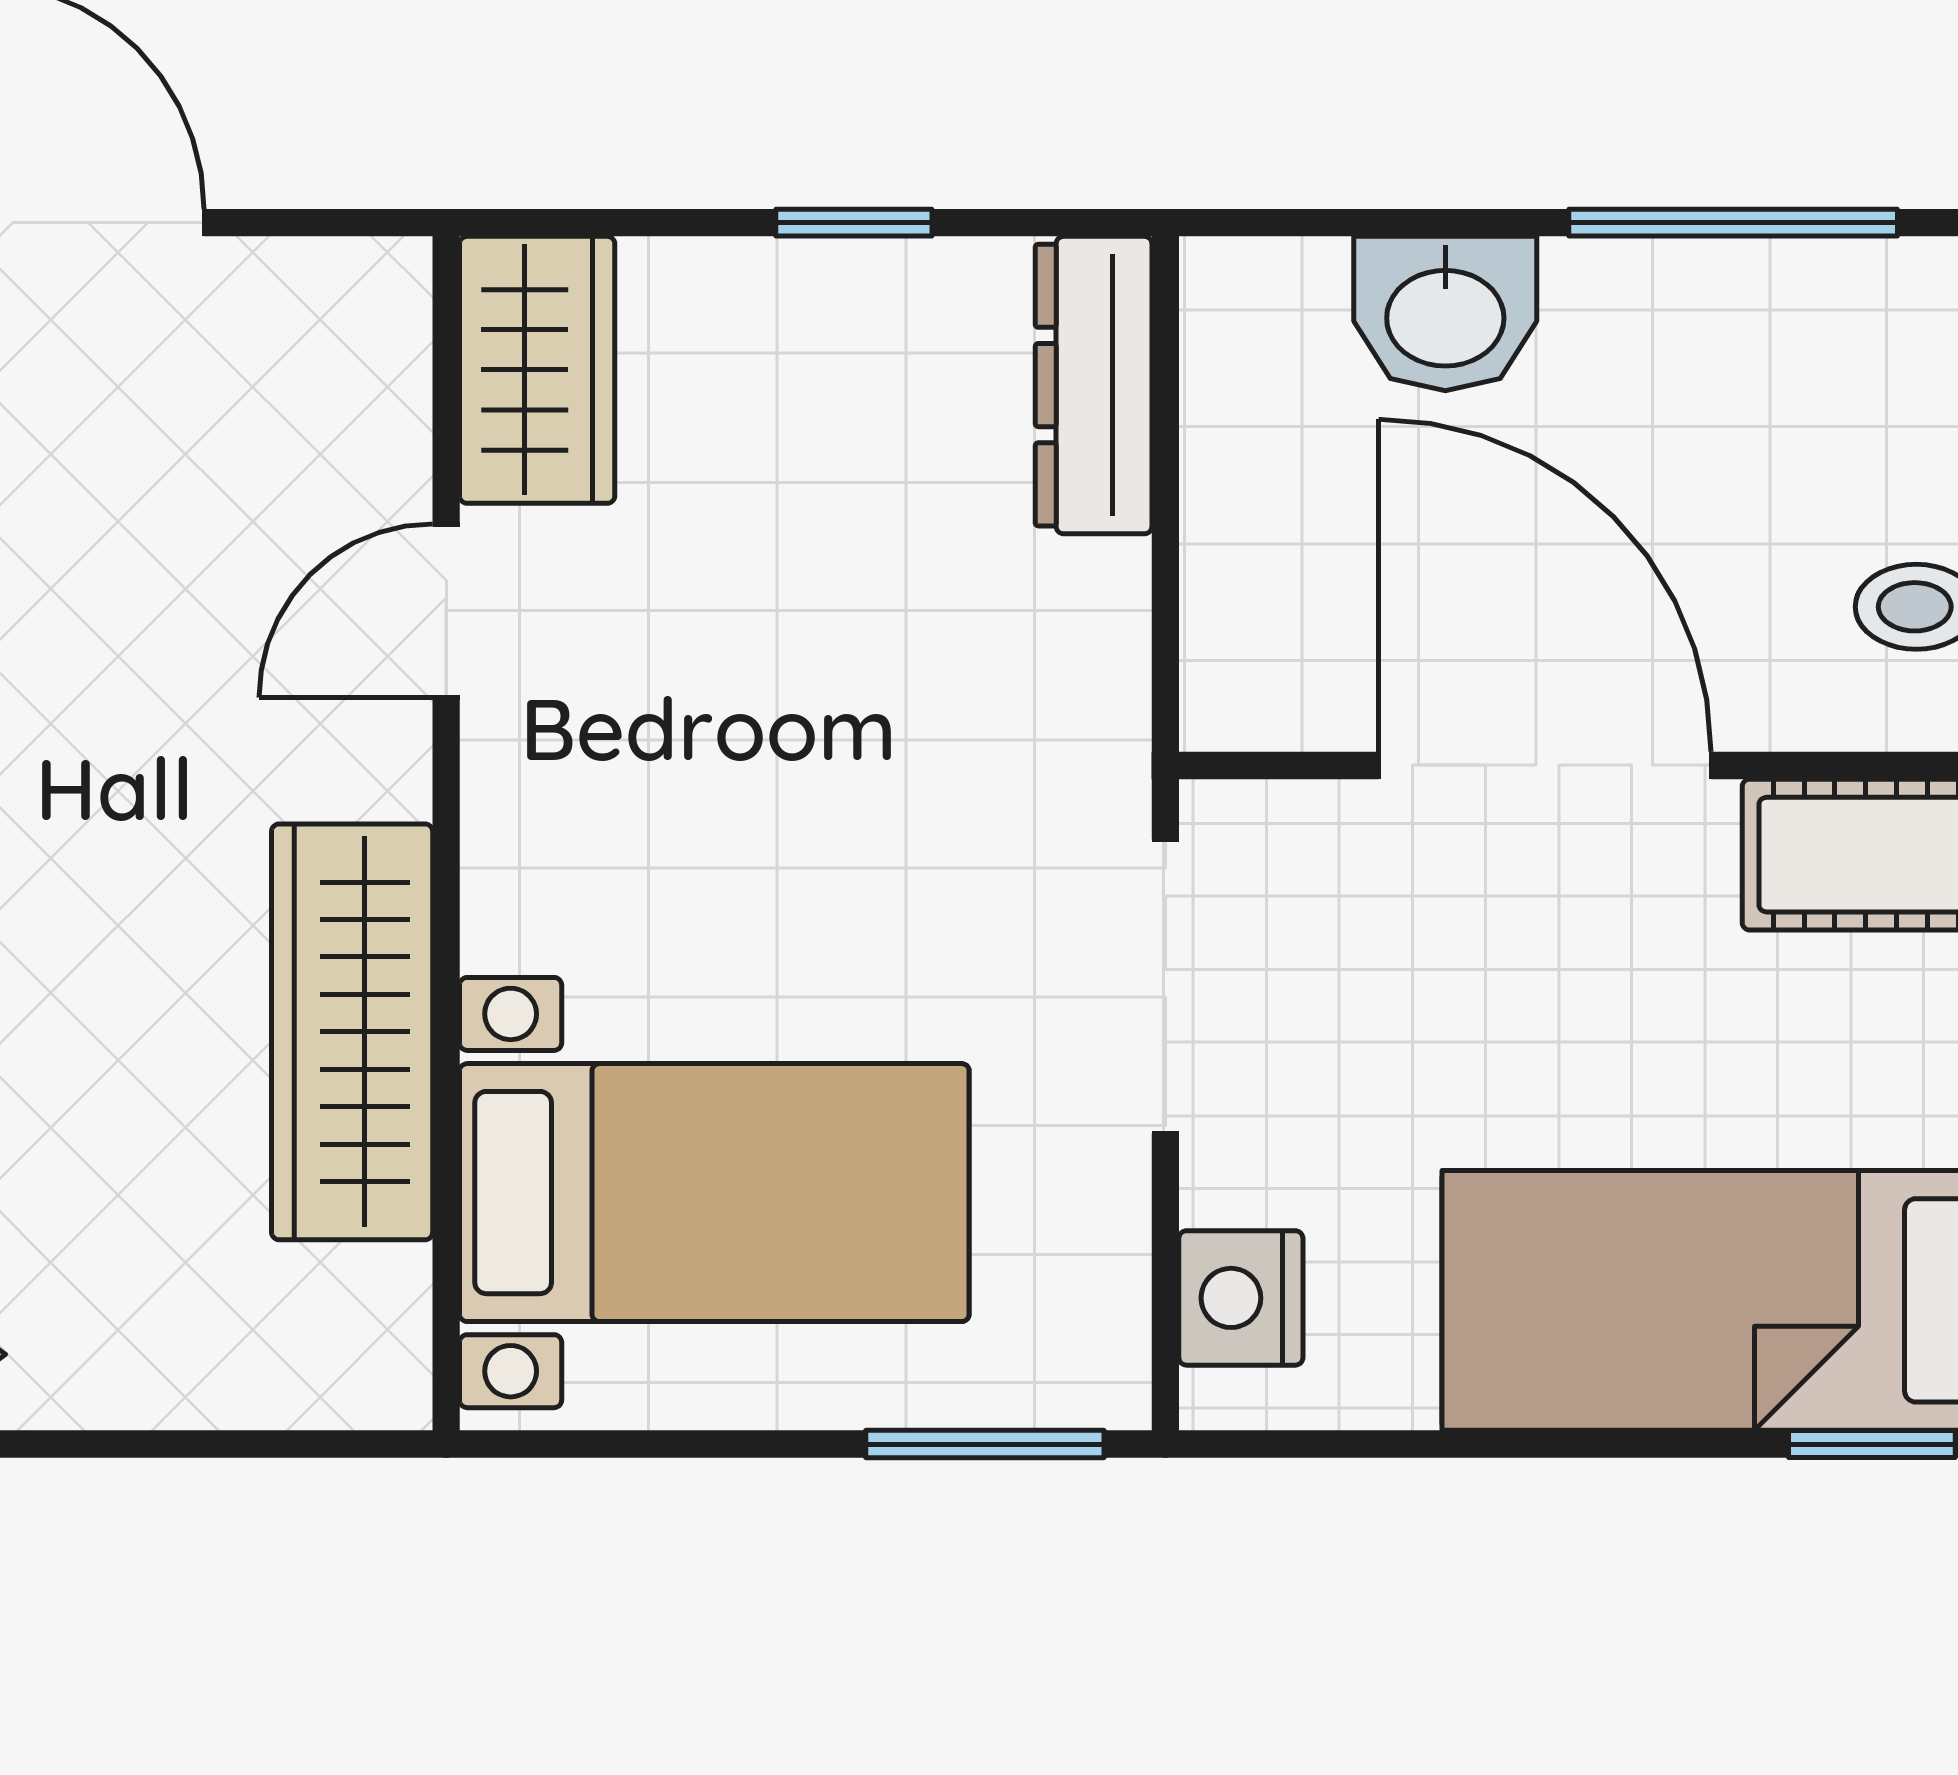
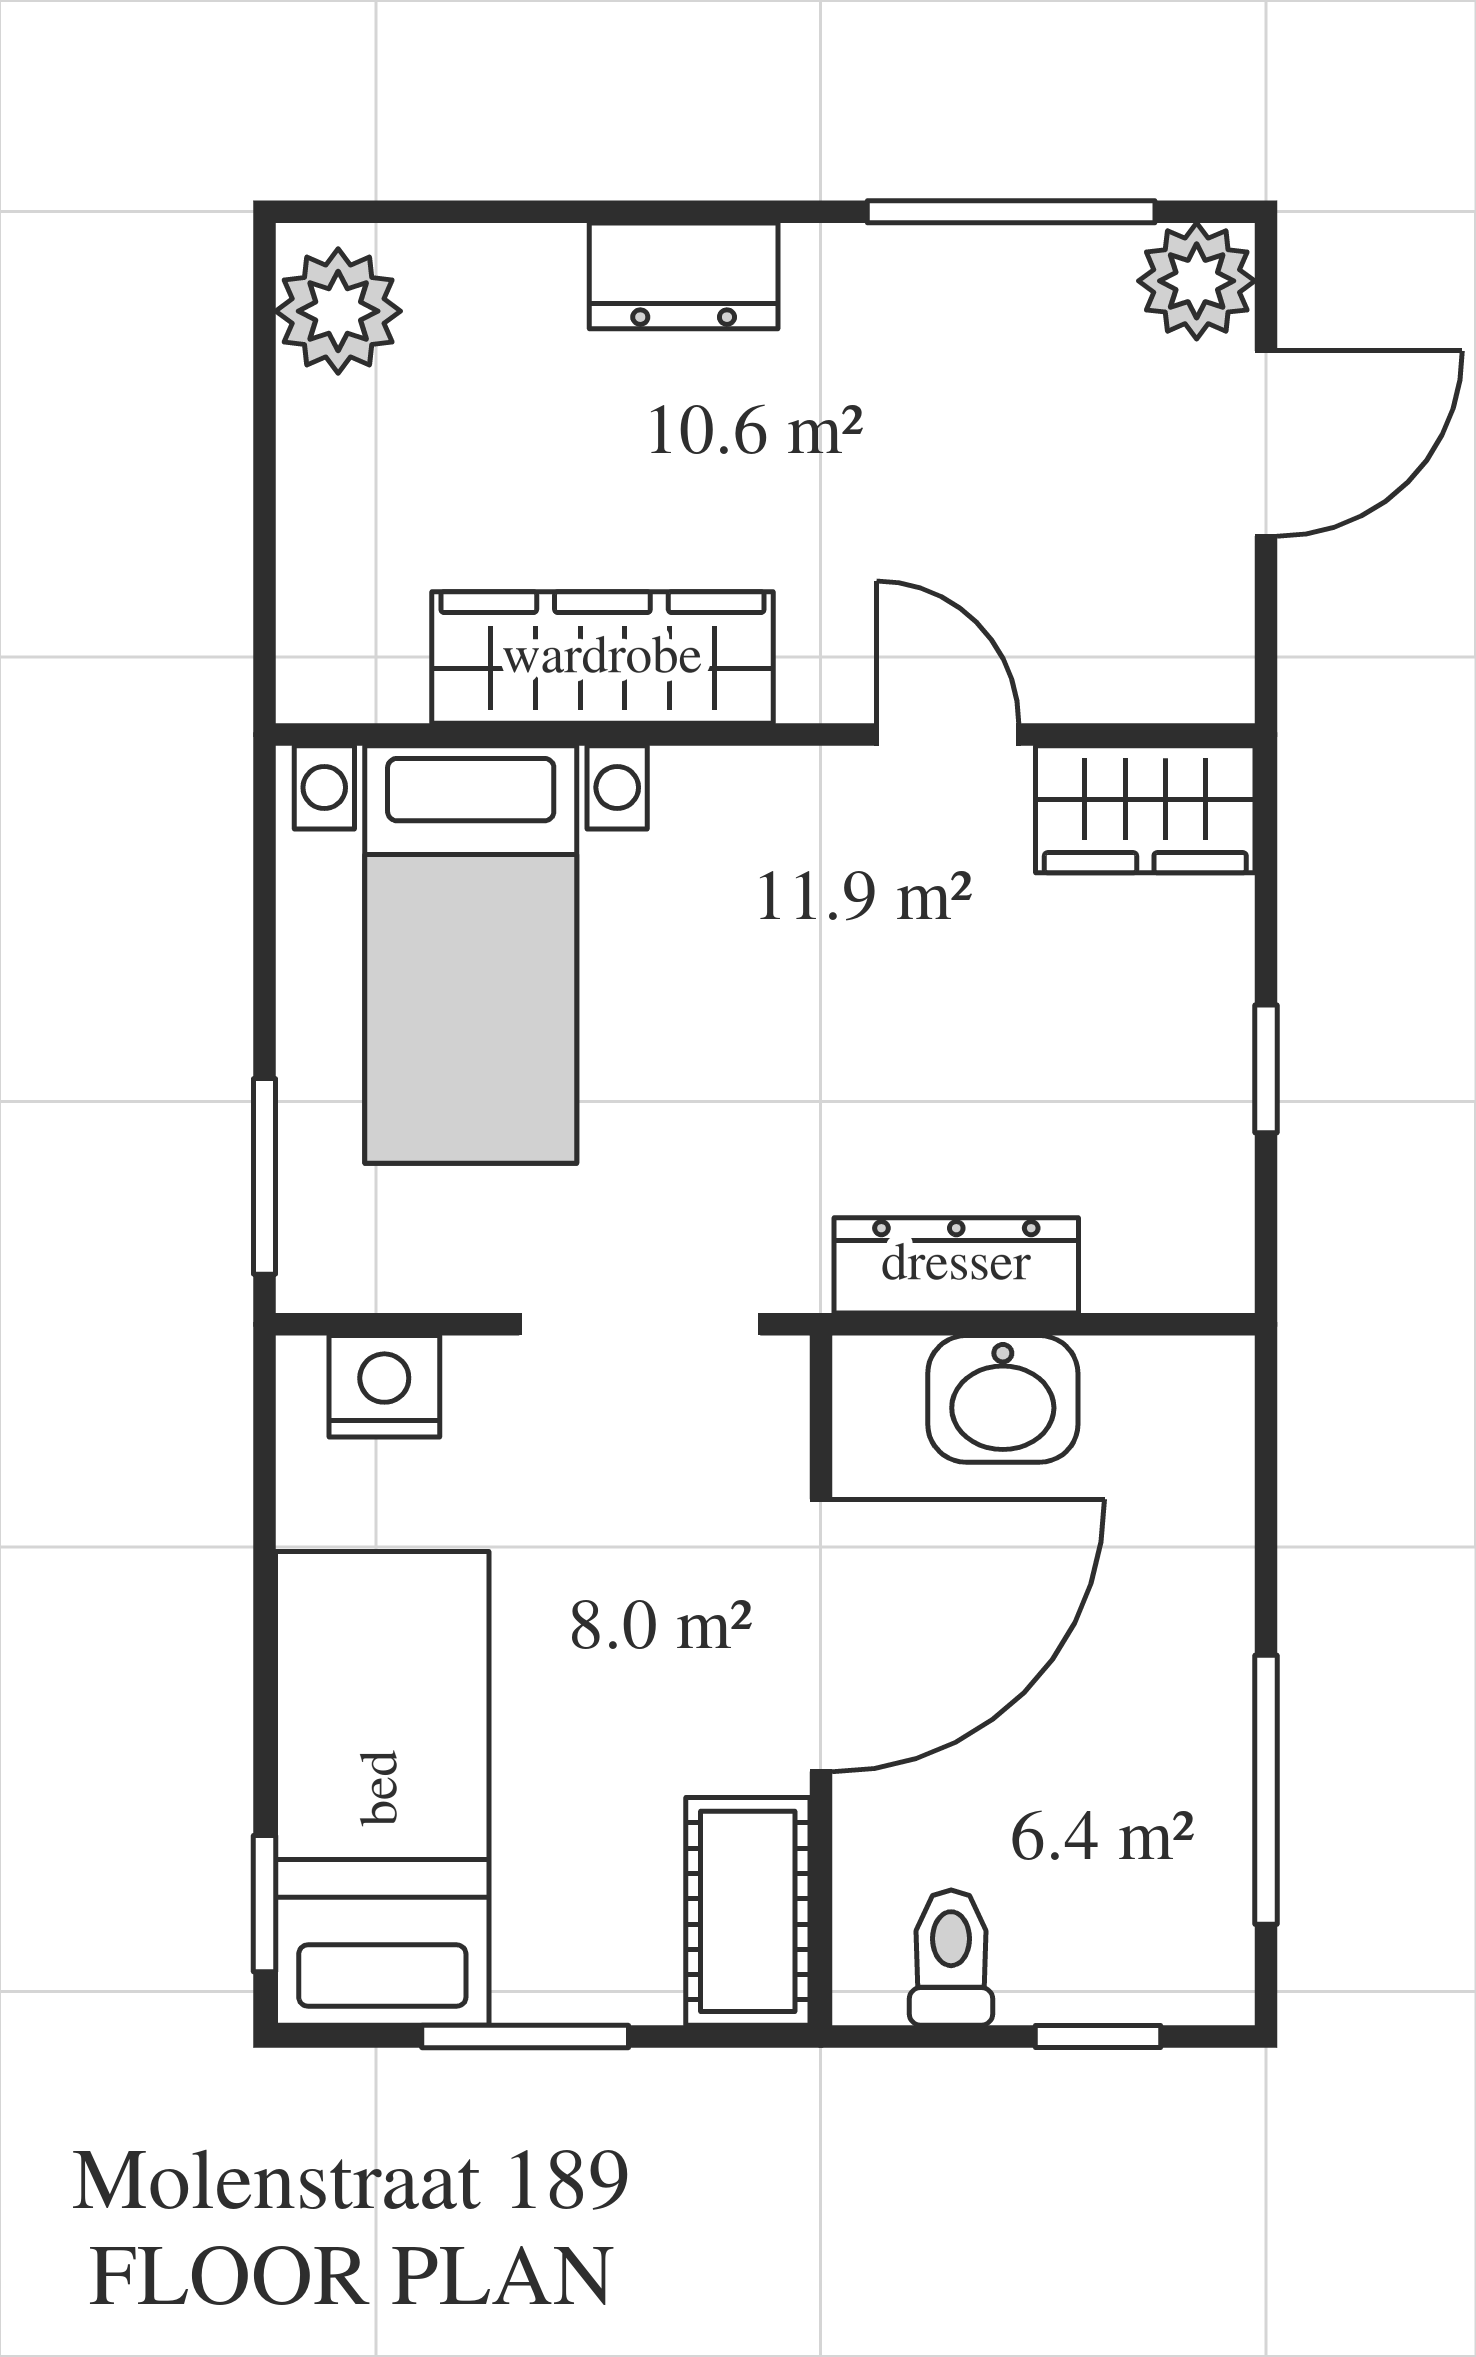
washbasin: (1445, 314) -> (1003, 1399), moved, turned -90
dresser: (1094, 385) -> (956, 1265), moved

